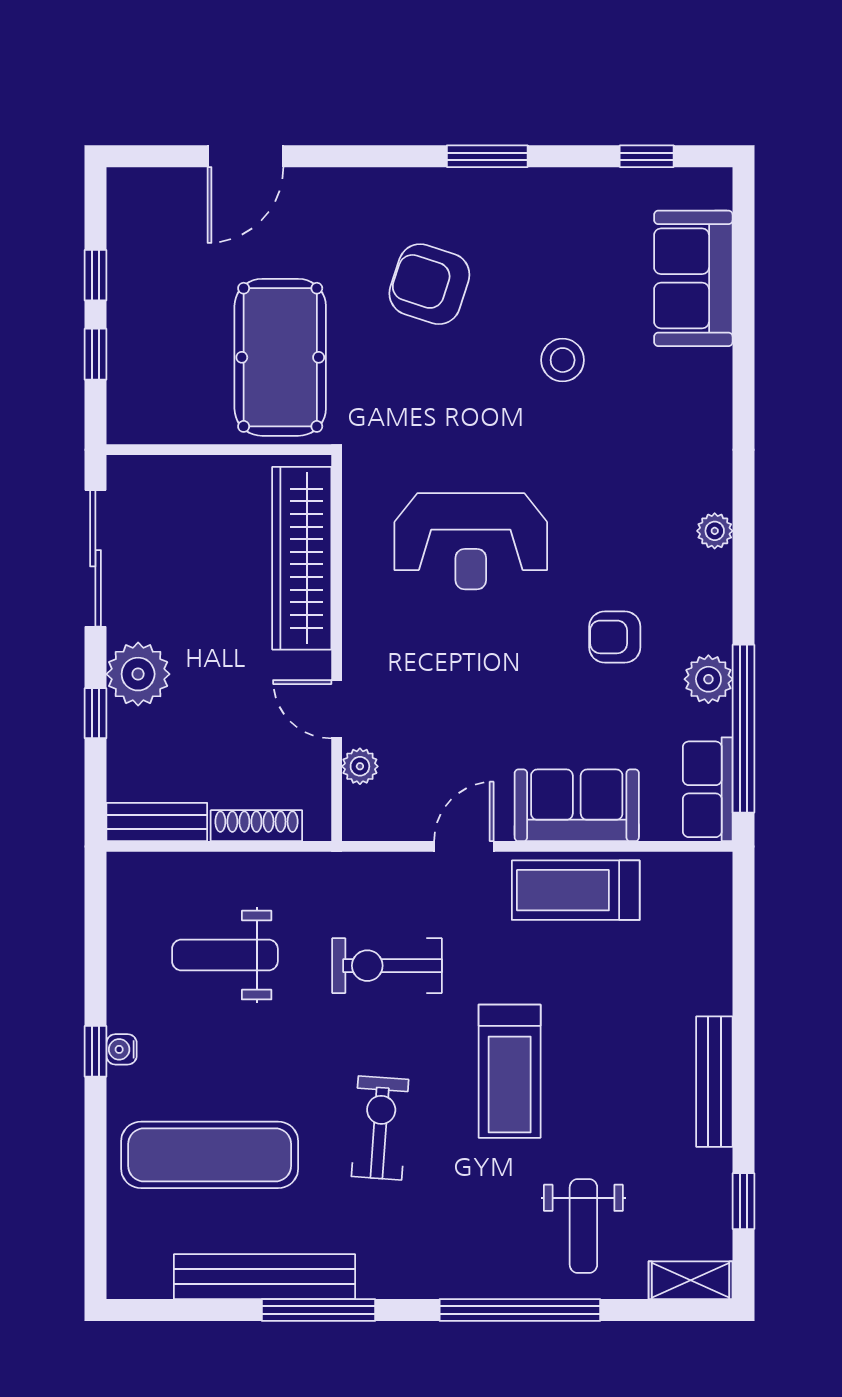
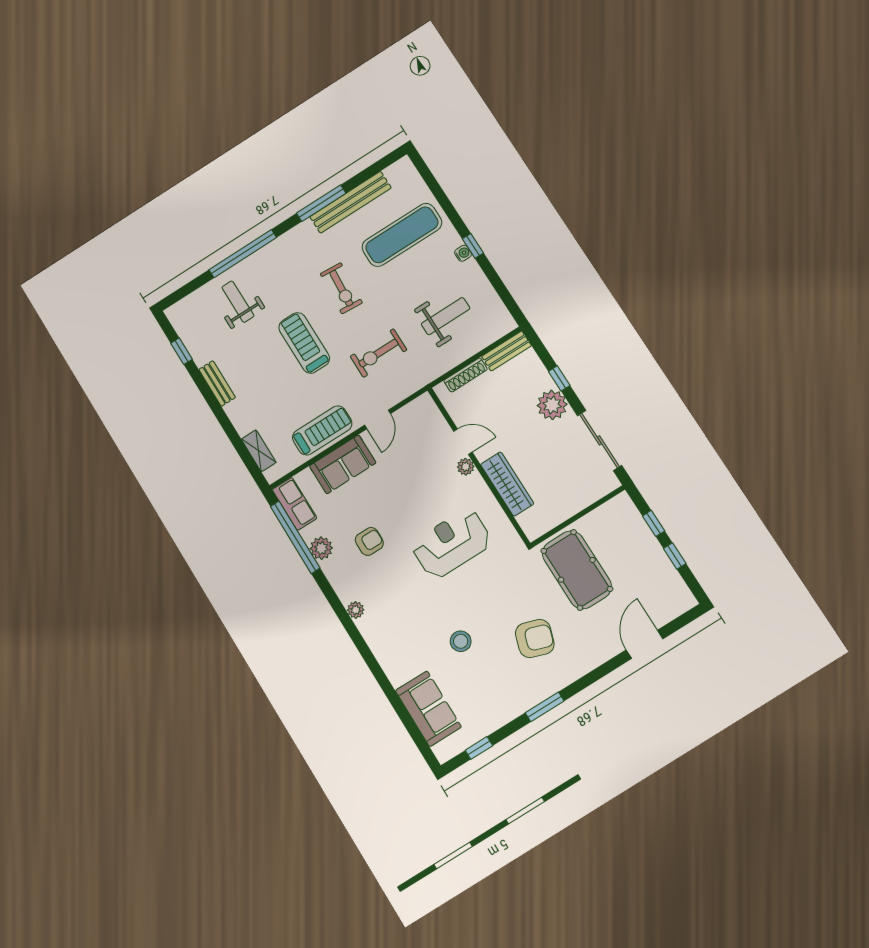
wardrobe: (302, 558) -> (507, 484), width x0.71, depth x0.85
plant: (360, 766) -> (466, 467), moved
exercise bike: (387, 966) -> (378, 353), turned 180
bench: (714, 1082) -> (217, 383), width x0.73
shelving: (691, 1280) -> (259, 451), moved, turned 90

